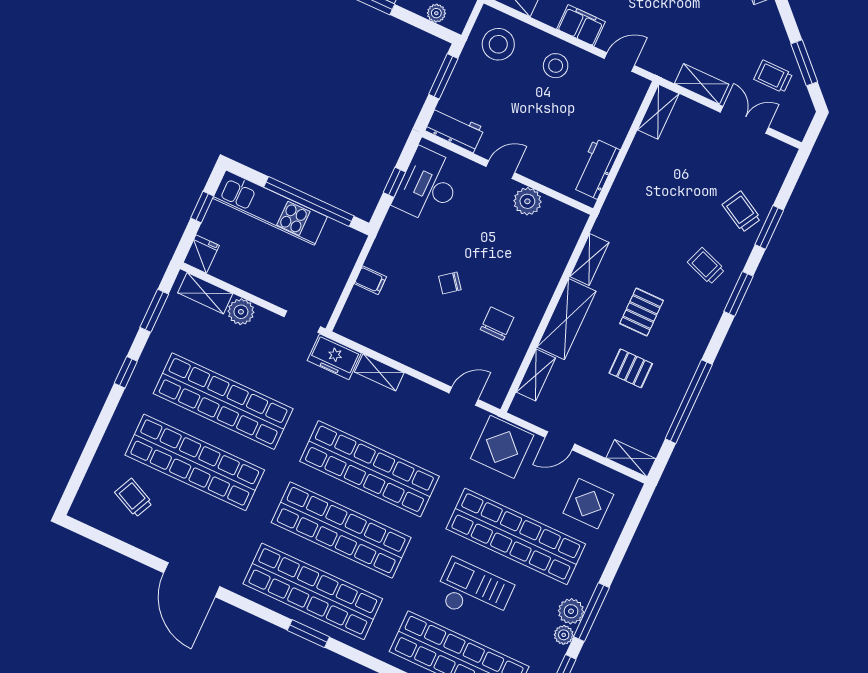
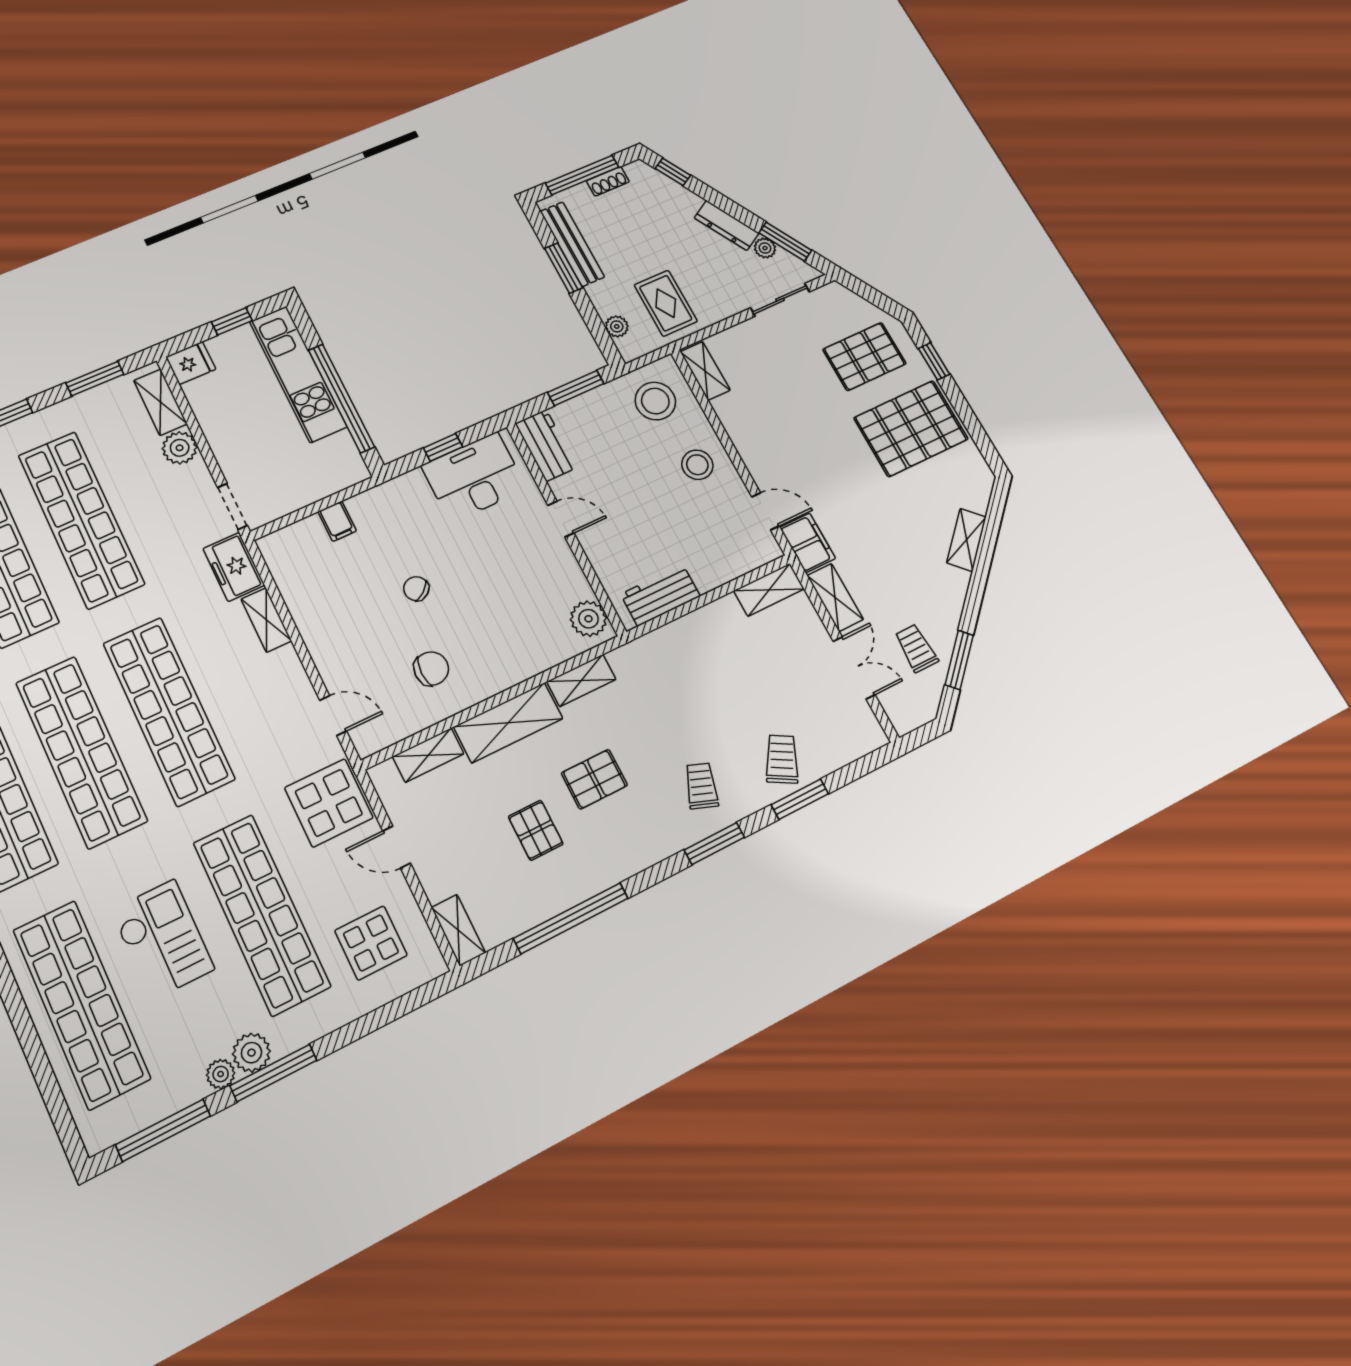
filing cabinet: (581, 25) -> (808, 543), moved
plant: (527, 201) -> (588, 619), moved

